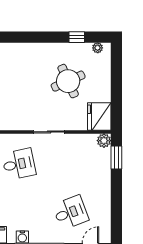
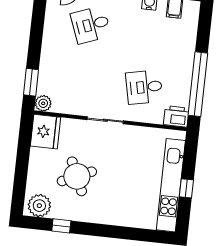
plant: (98, 48) -> (39, 206), width x1.88, depth x1.88

